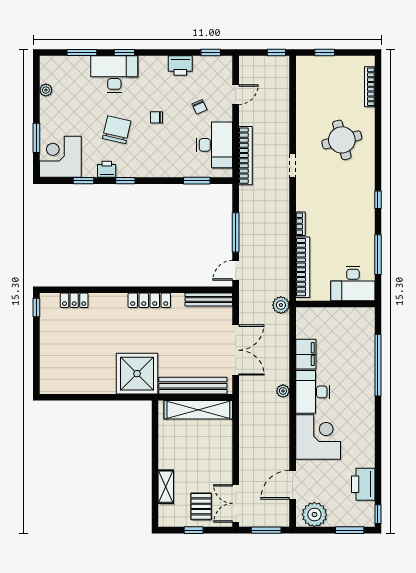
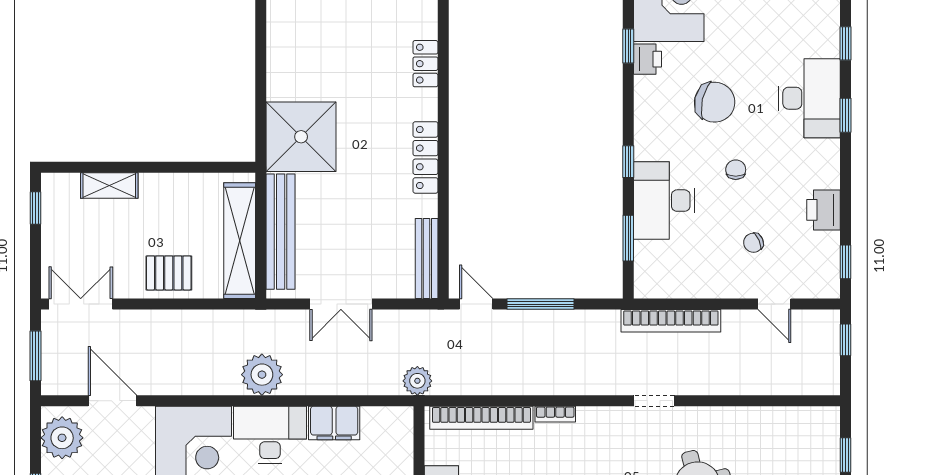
window: (82, 53) -> (846, 43), width x0.67
window: (276, 53) -> (846, 340), moved
desk: (214, 145) -> (664, 201), moved, turned 90
printer: (107, 169) -> (648, 59), moved
window: (125, 181) -> (628, 162), moved
locker: (74, 300) -> (425, 64), moved
double door: (236, 350) -> (341, 304), width x0.73
plant: (283, 391) -> (262, 375), width x1.88, depth x1.88
pallet: (201, 506) -> (169, 273), moved
window: (194, 530) -> (35, 208), moved

